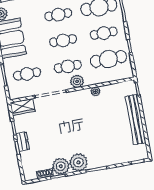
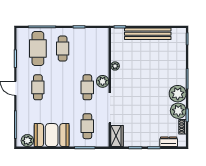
cafe table: (63, 41) -> (63, 87), removed
cafe table: (108, 59) -> (87, 49), removed
dresser: (23, 142) -> (169, 142), moved

